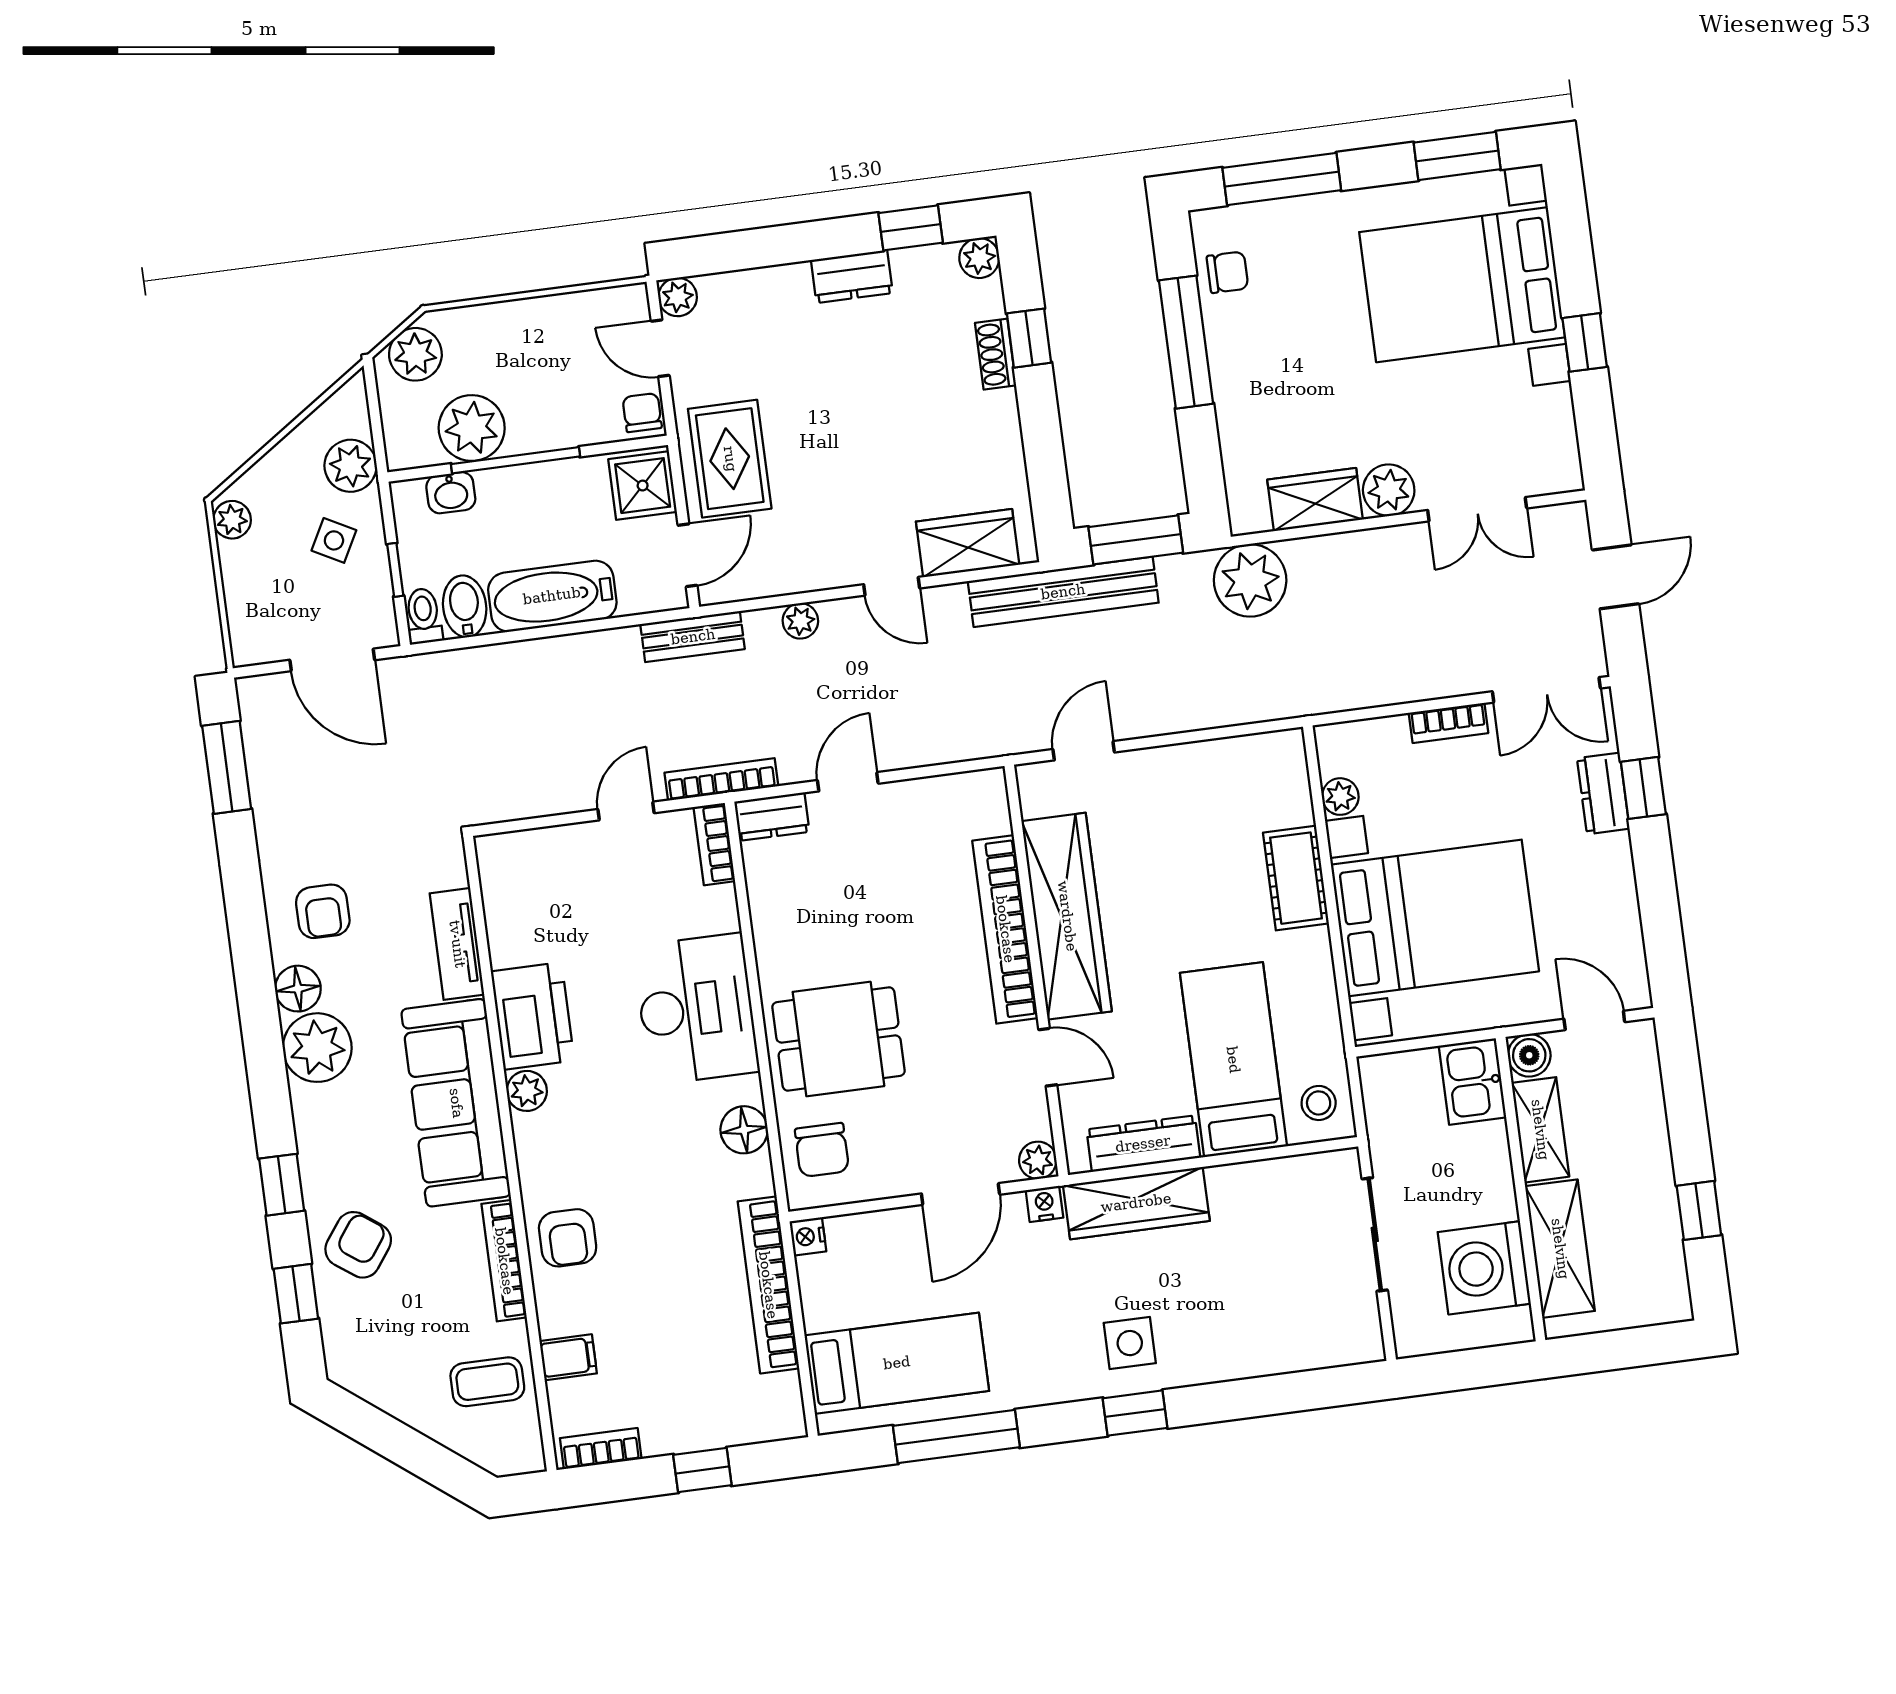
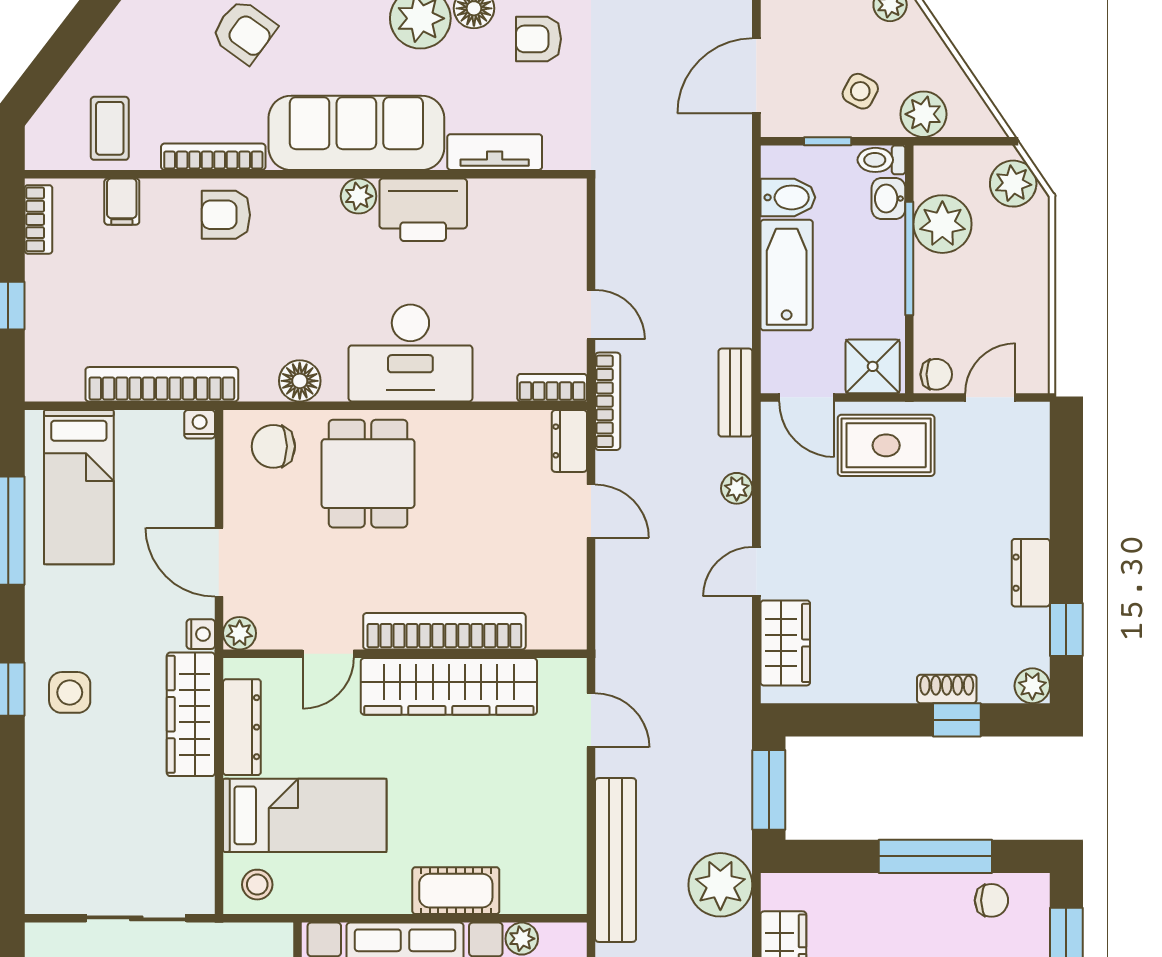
chair: (1227, 272) -> (991, 900), turned -90
plant: (678, 297) -> (1033, 419), removed
bench: (1063, 592) -> (616, 860), moved
toilet: (424, 616) -> (881, 160), moved, turned 180

